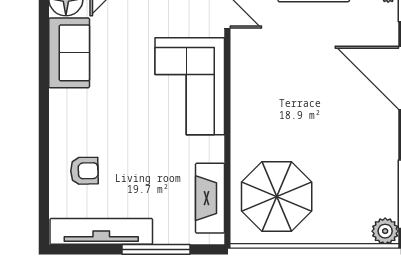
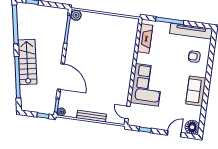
sofa: (69, 53) -> (196, 91), moved
parasol: (277, 196) -> (118, 35), removed

